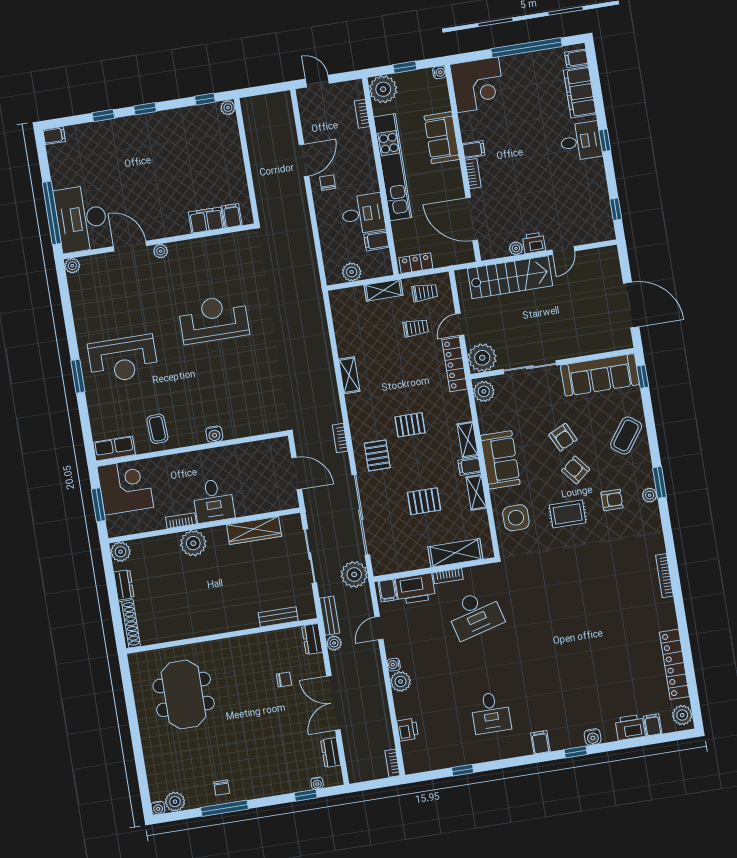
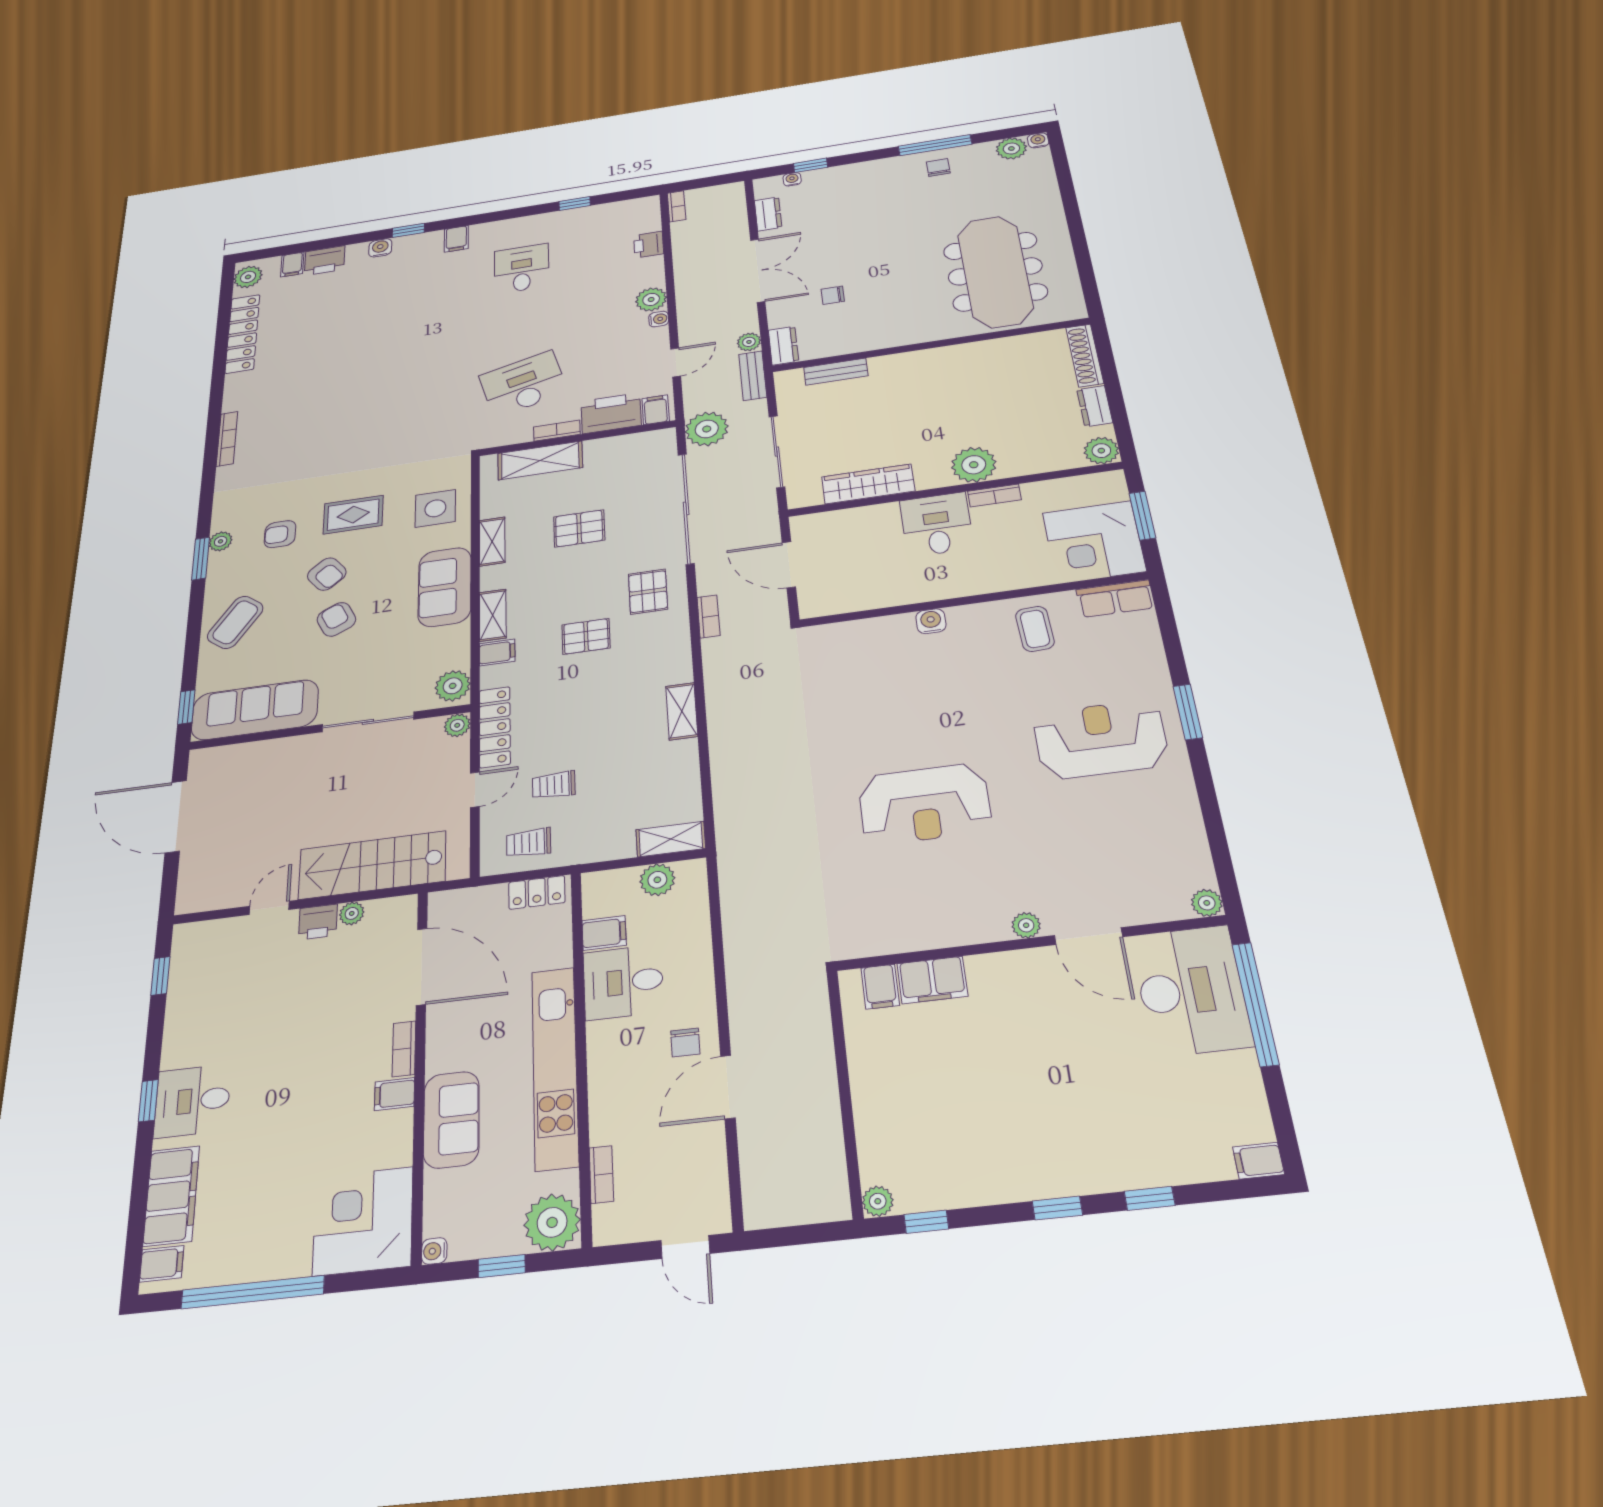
shelving: (384, 290) -> (671, 839), moved
plant: (482, 358) -> (457, 725), width x0.53, depth x0.53
filing cabinet: (469, 466) -> (497, 653), moved
meeting table: (184, 694) -> (995, 271), width x1.36

